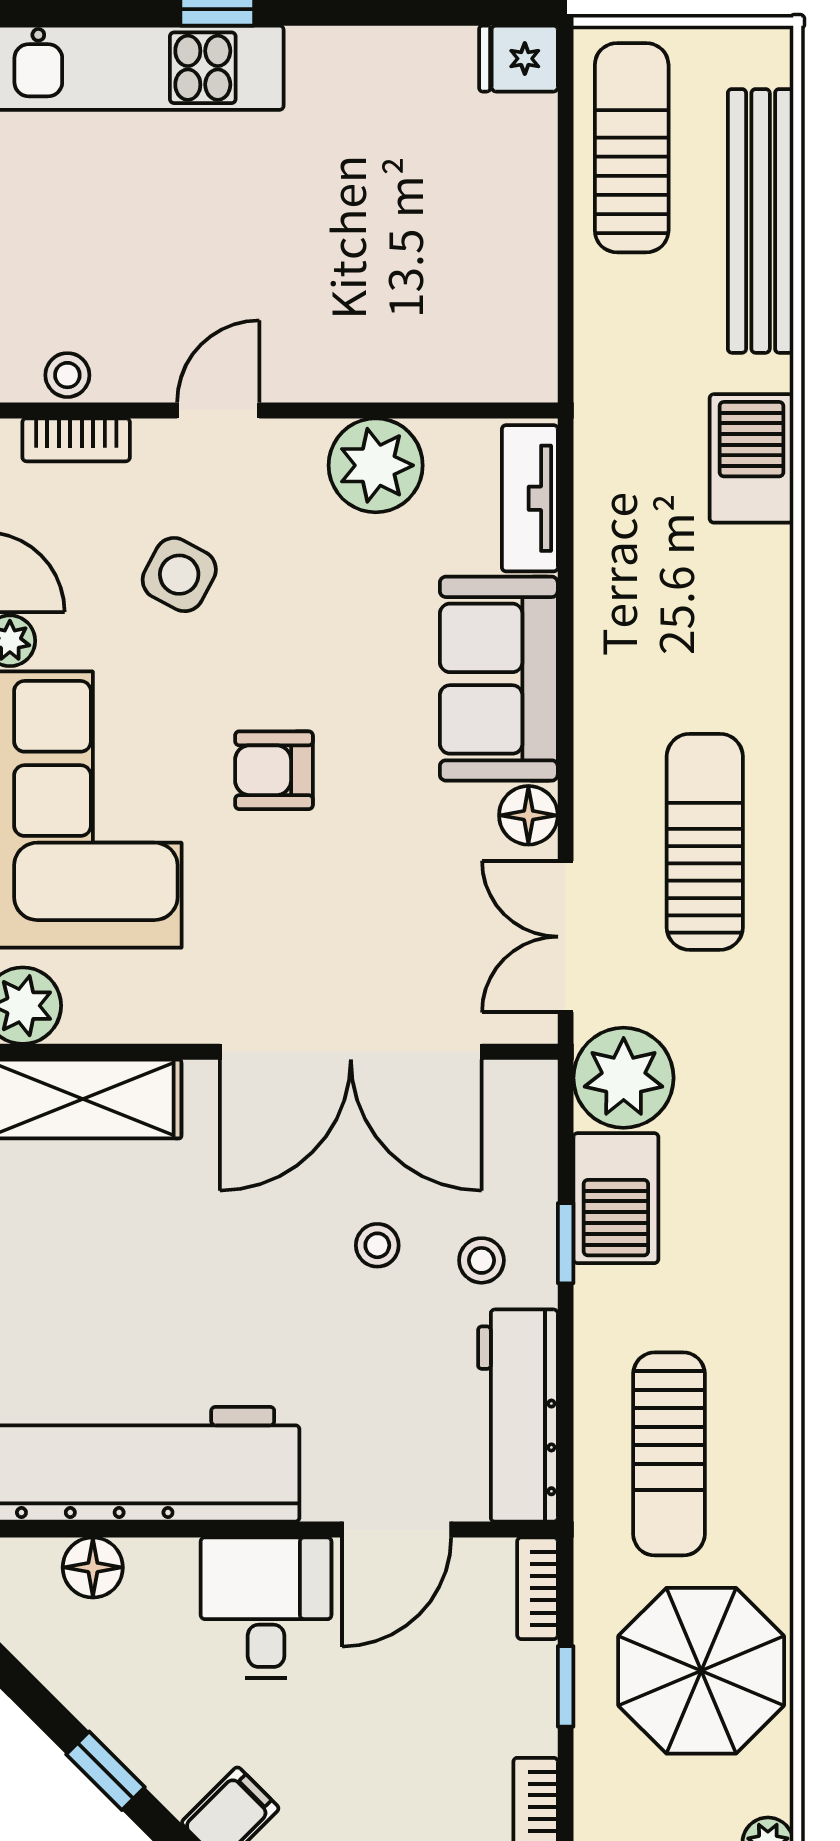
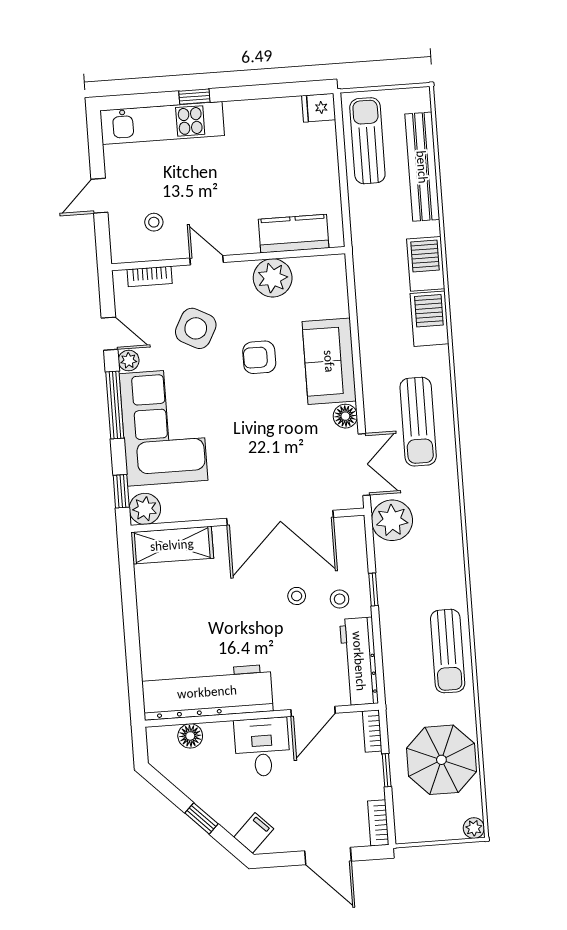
kitchen counter: (435, 361) -> (294, 234), added
stool: (67, 375) -> (154, 222), moved
door: (218, 410) -> (207, 260), hinge flipped
tv unit: (530, 498) -> (336, 287), removed
side table: (179, 575) -> (196, 328), width x1.37, depth x1.37
armchair: (274, 770) -> (259, 357), moved
sun lounger: (705, 842) -> (418, 422), turned 180
double door: (566, 937) -> (364, 464), swing flipped
barbecue: (616, 1198) -> (429, 319), moved, turned 180
sun lounger: (669, 1454) -> (448, 651), moved

